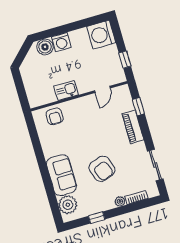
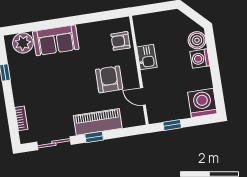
window: (138, 107) -> (94, 137), moved
piano: (133, 127) -> (98, 122), width x1.37, depth x1.33
armchair: (102, 169) -> (109, 79), moved, turned 109
plant: (120, 202) -> (19, 100), removed

